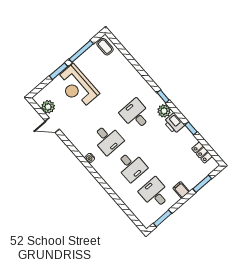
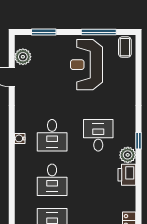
window: (59, 71) -> (44, 32), moved
reception desk: (77, 87) -> (86, 65), moved
window: (191, 128) -> (139, 193), removed

